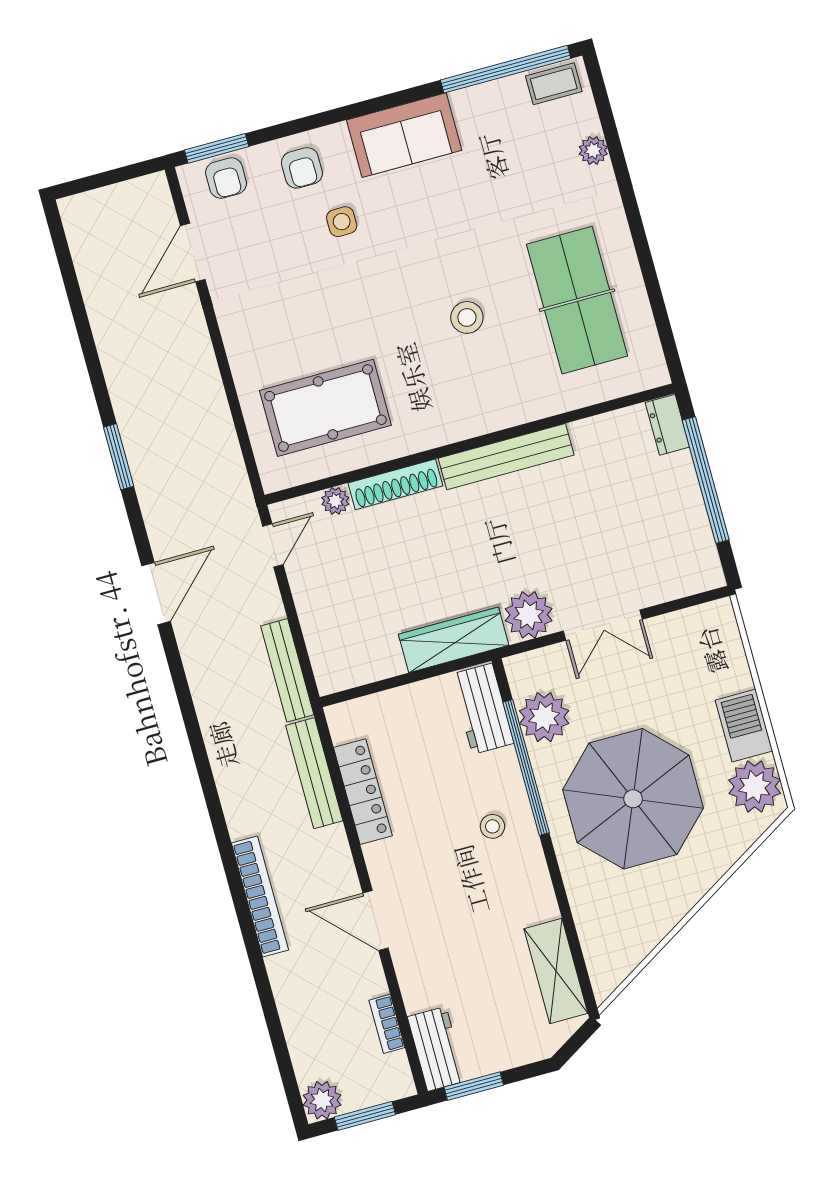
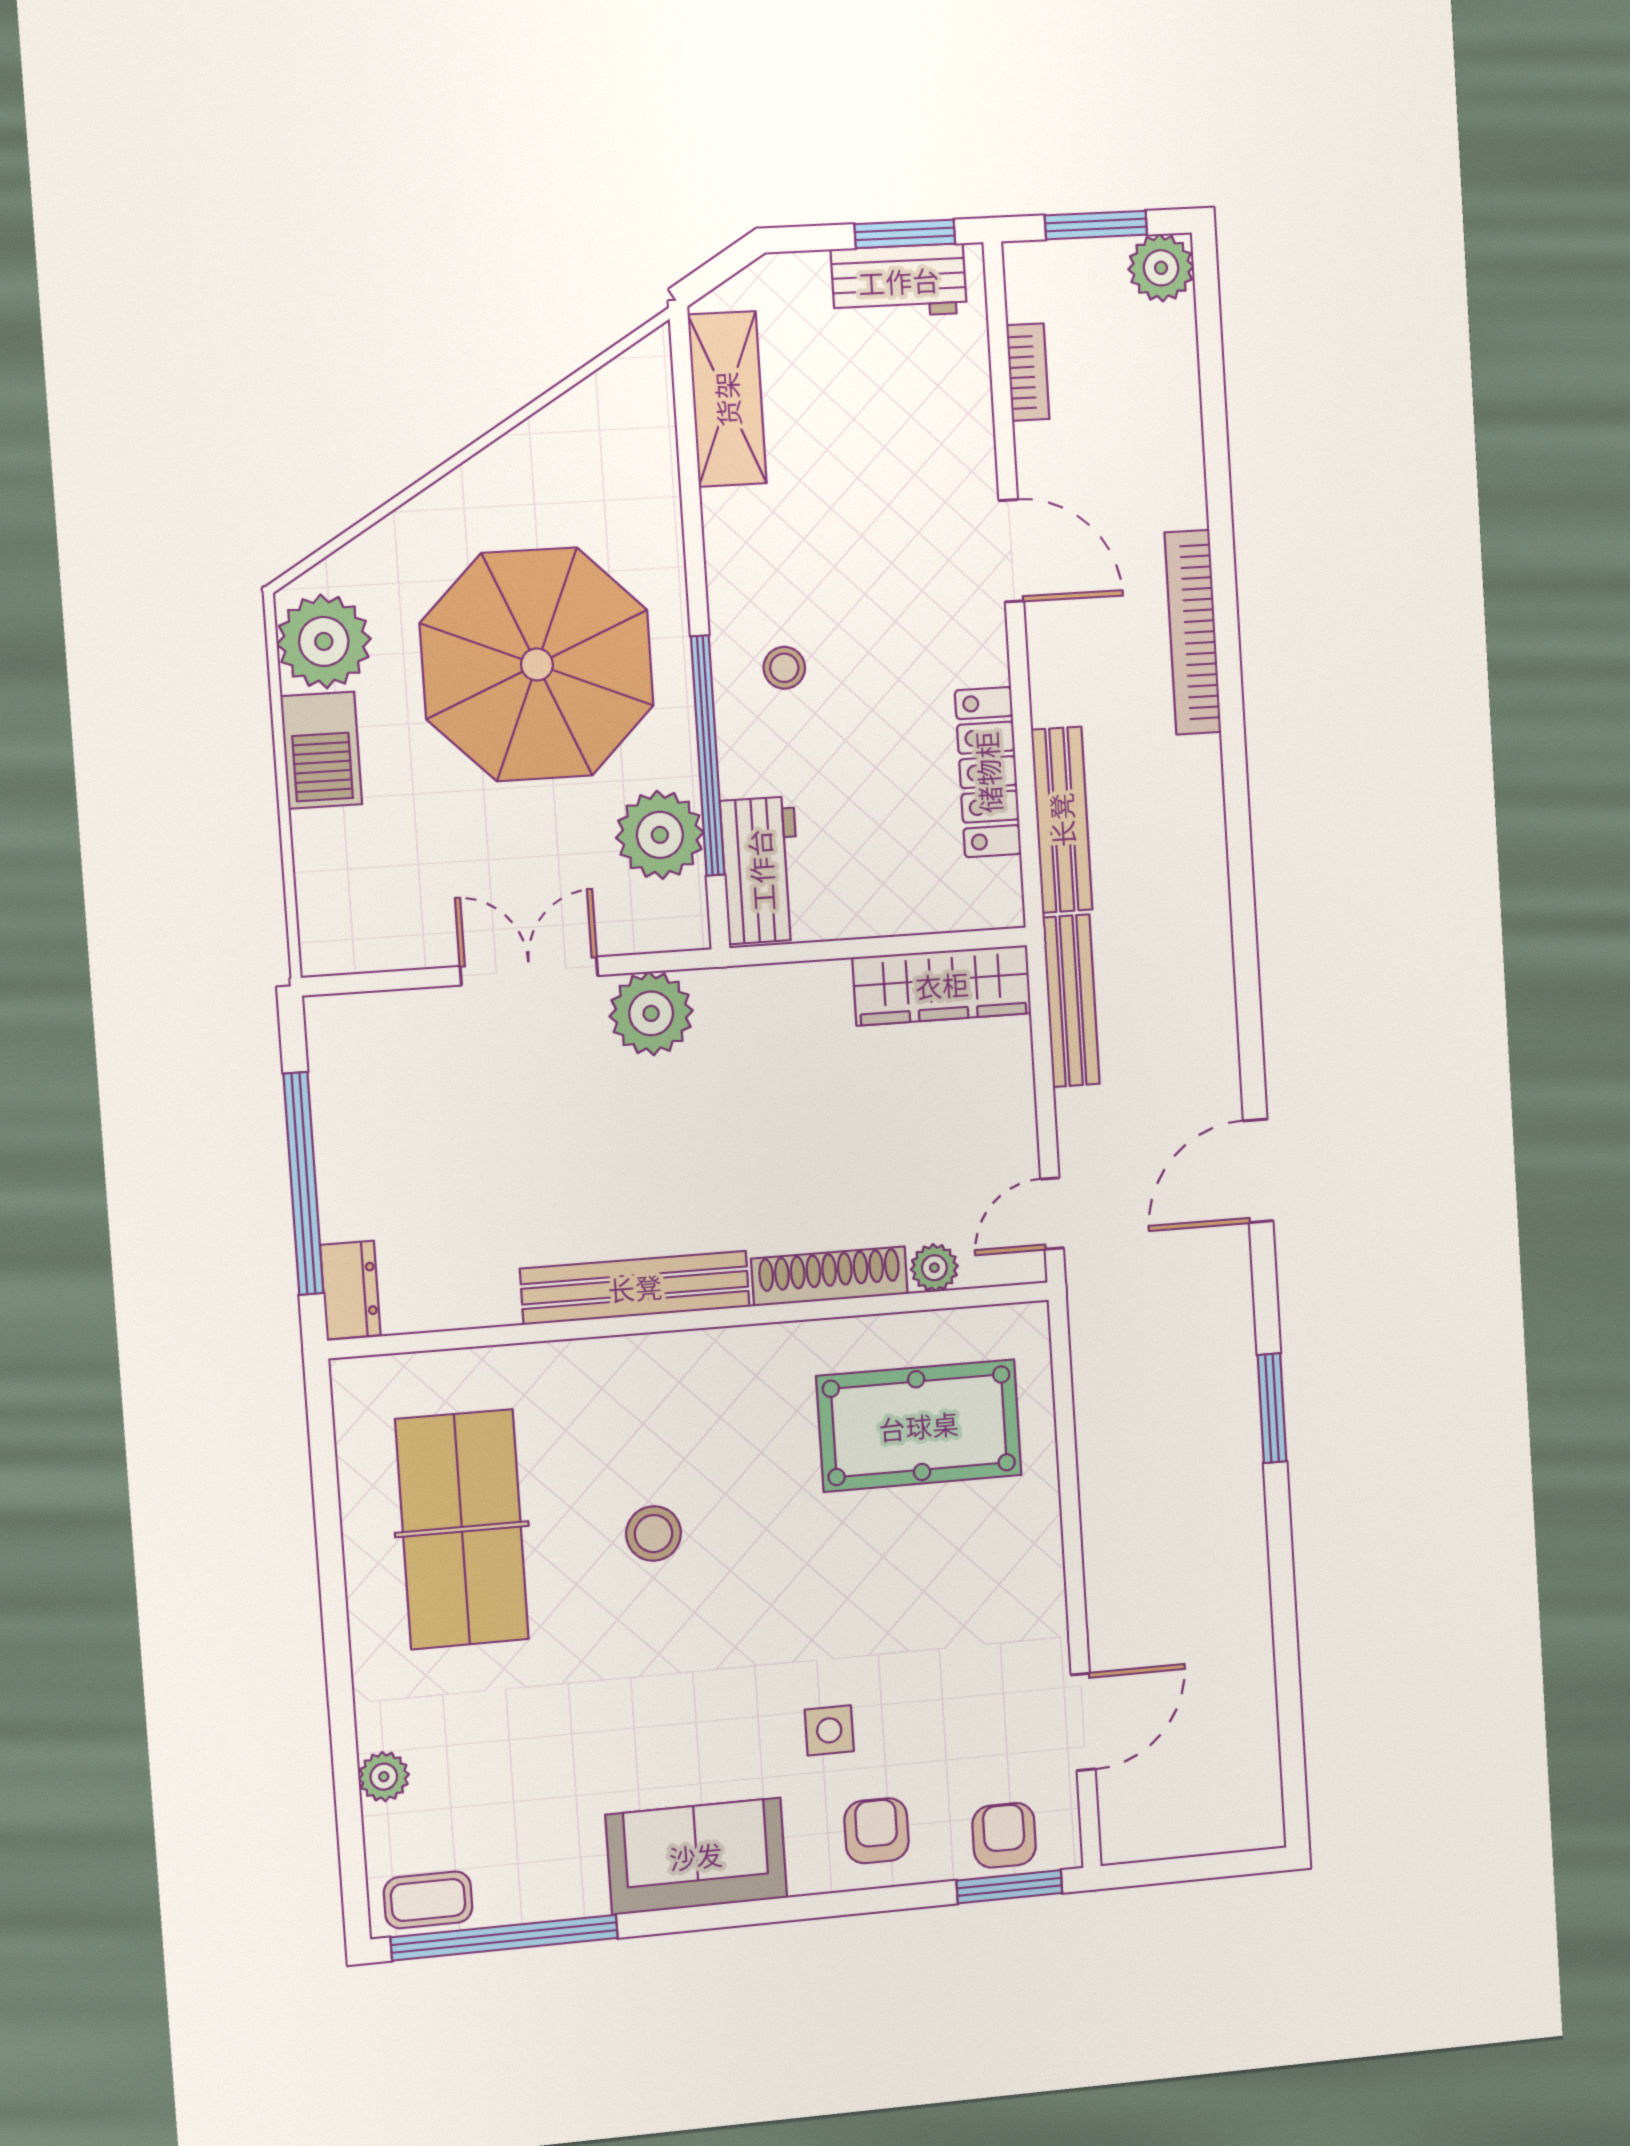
wardrobe: (454, 640) -> (942, 985), moved
workbench: (437, 1049) -> (899, 281), moved, turned -90

